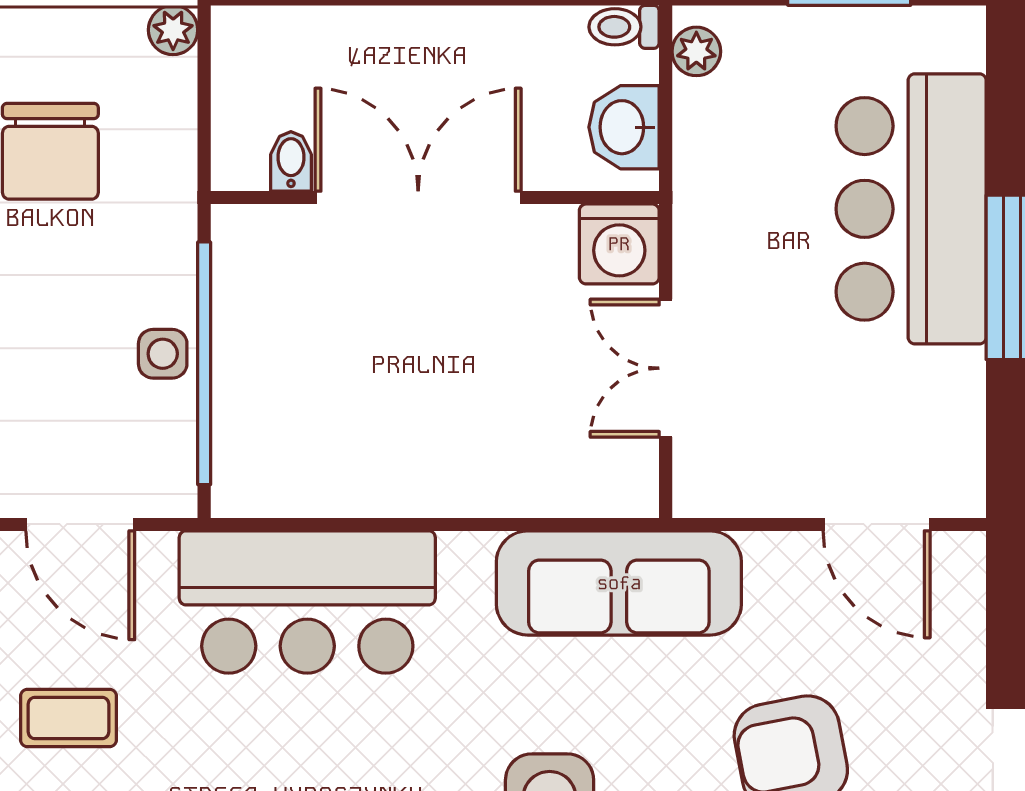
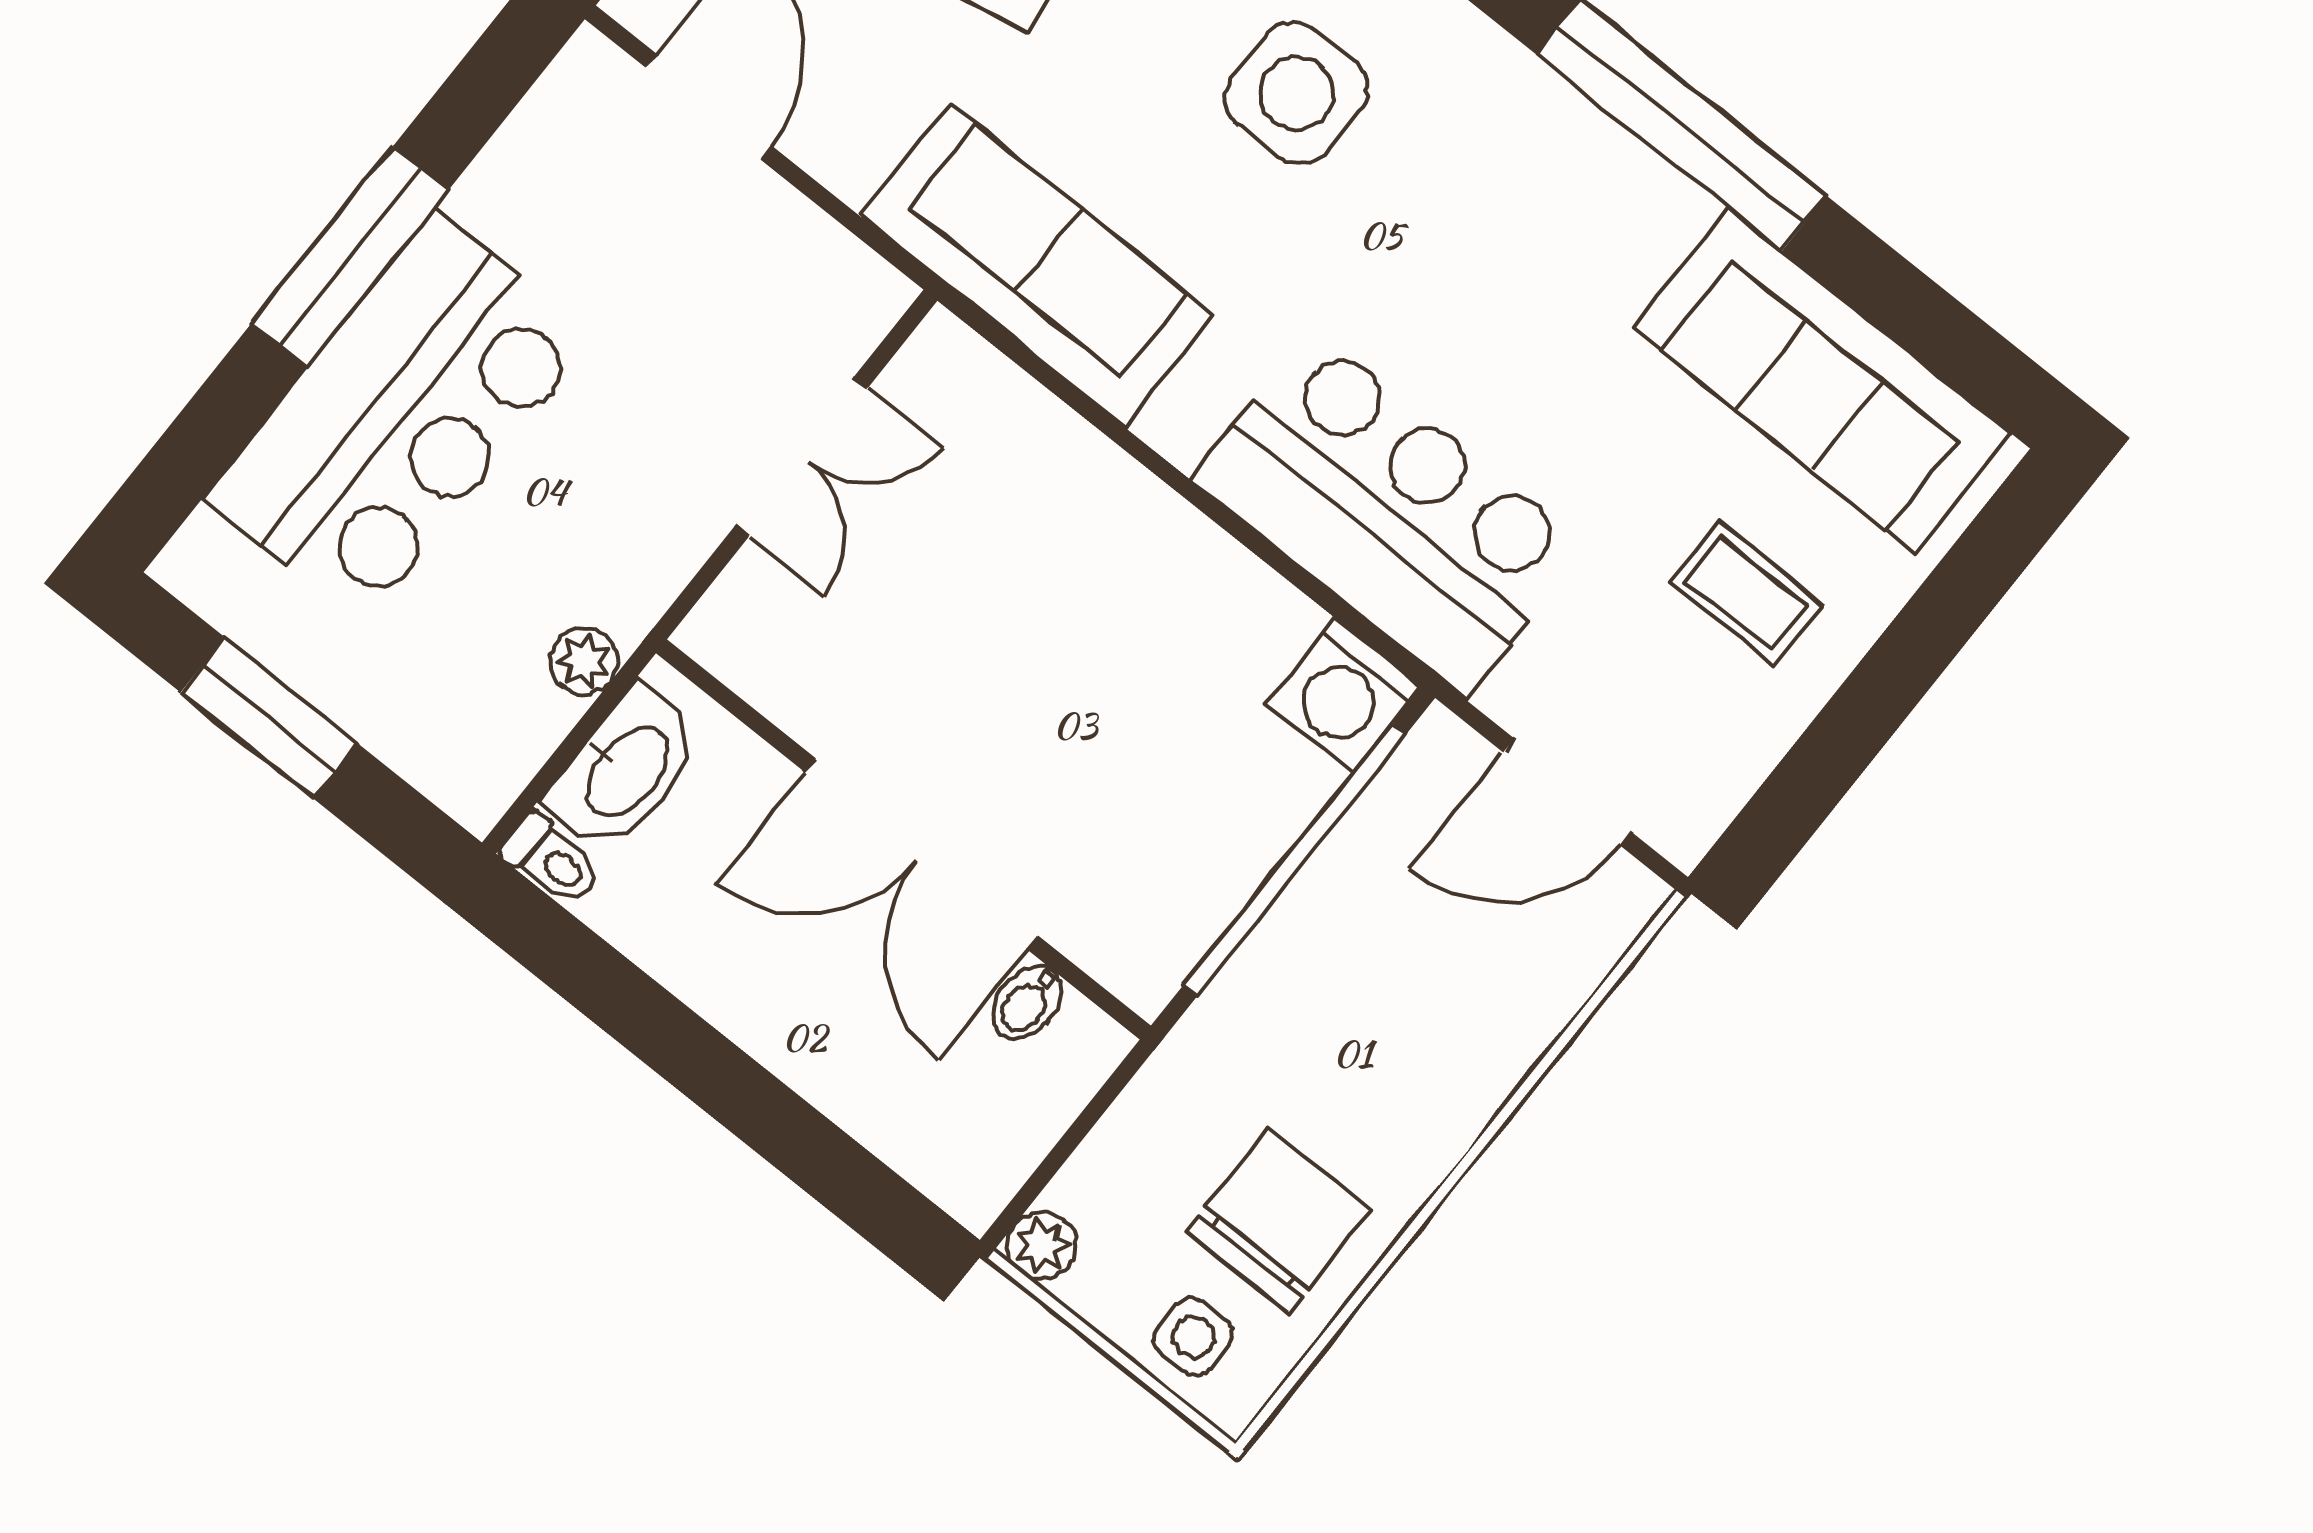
plant: (696, 51) -> (584, 661), moved
washbasin: (624, 127) -> (625, 770), width x1.38
washing machine: (619, 244) -> (1344, 696), moved, turned 180
side table: (163, 354) -> (1193, 1337), moved
door: (80, 524) -> (1567, 792), swing flipped

